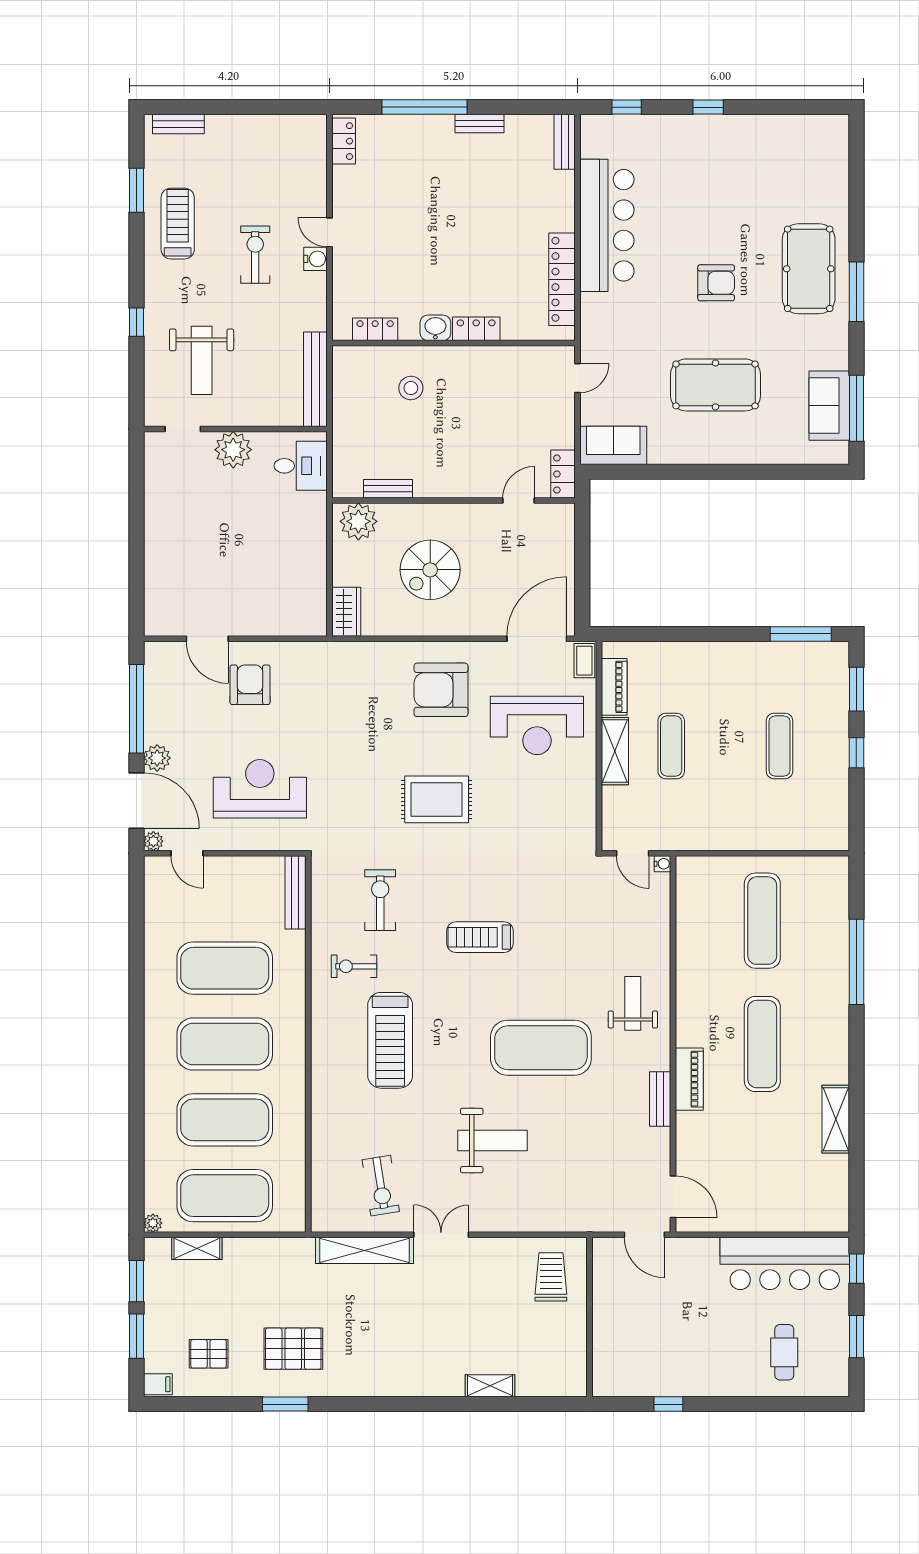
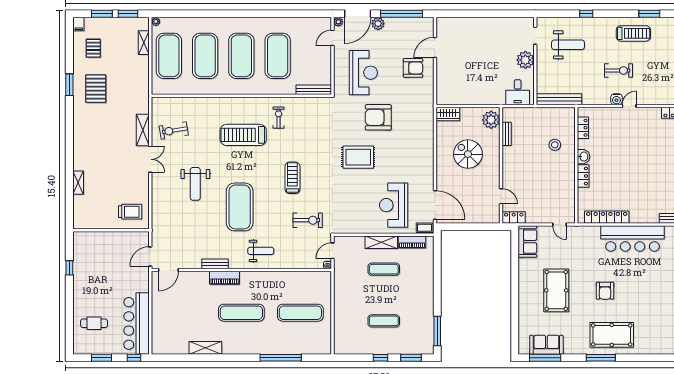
weight bench: (202, 360) -> (568, 45), turned 180
armchair: (441, 690) -> (378, 117), moved, turned -90
rug: (437, 799) -> (358, 157), turned 90
exercise bike: (380, 900) -> (308, 220), moved
shelving: (365, 1250) -> (143, 130), width x0.68

